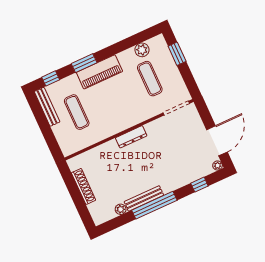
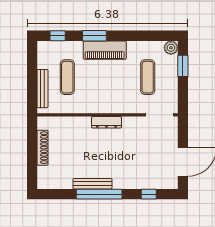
plant: (142, 50) -> (171, 48), moved
bench: (47, 107) -> (42, 89), moved
plant: (218, 166) -> (173, 184), removed
plant: (121, 209) -> (67, 184), removed

